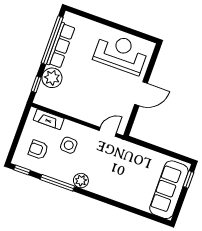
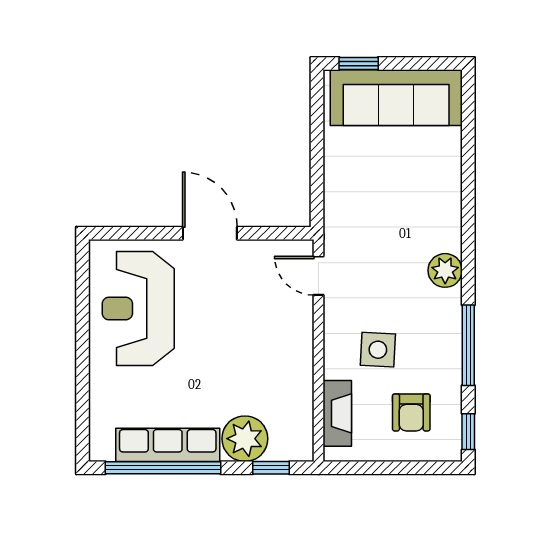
plant: (81, 181) -> (445, 270), moved

